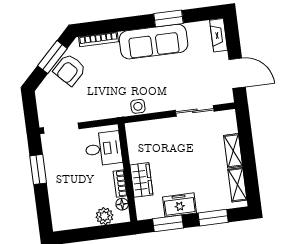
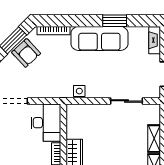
armchair: (70, 70) -> (26, 53), turned -89
desk: (103, 149) -> (46, 123), width x1.37

